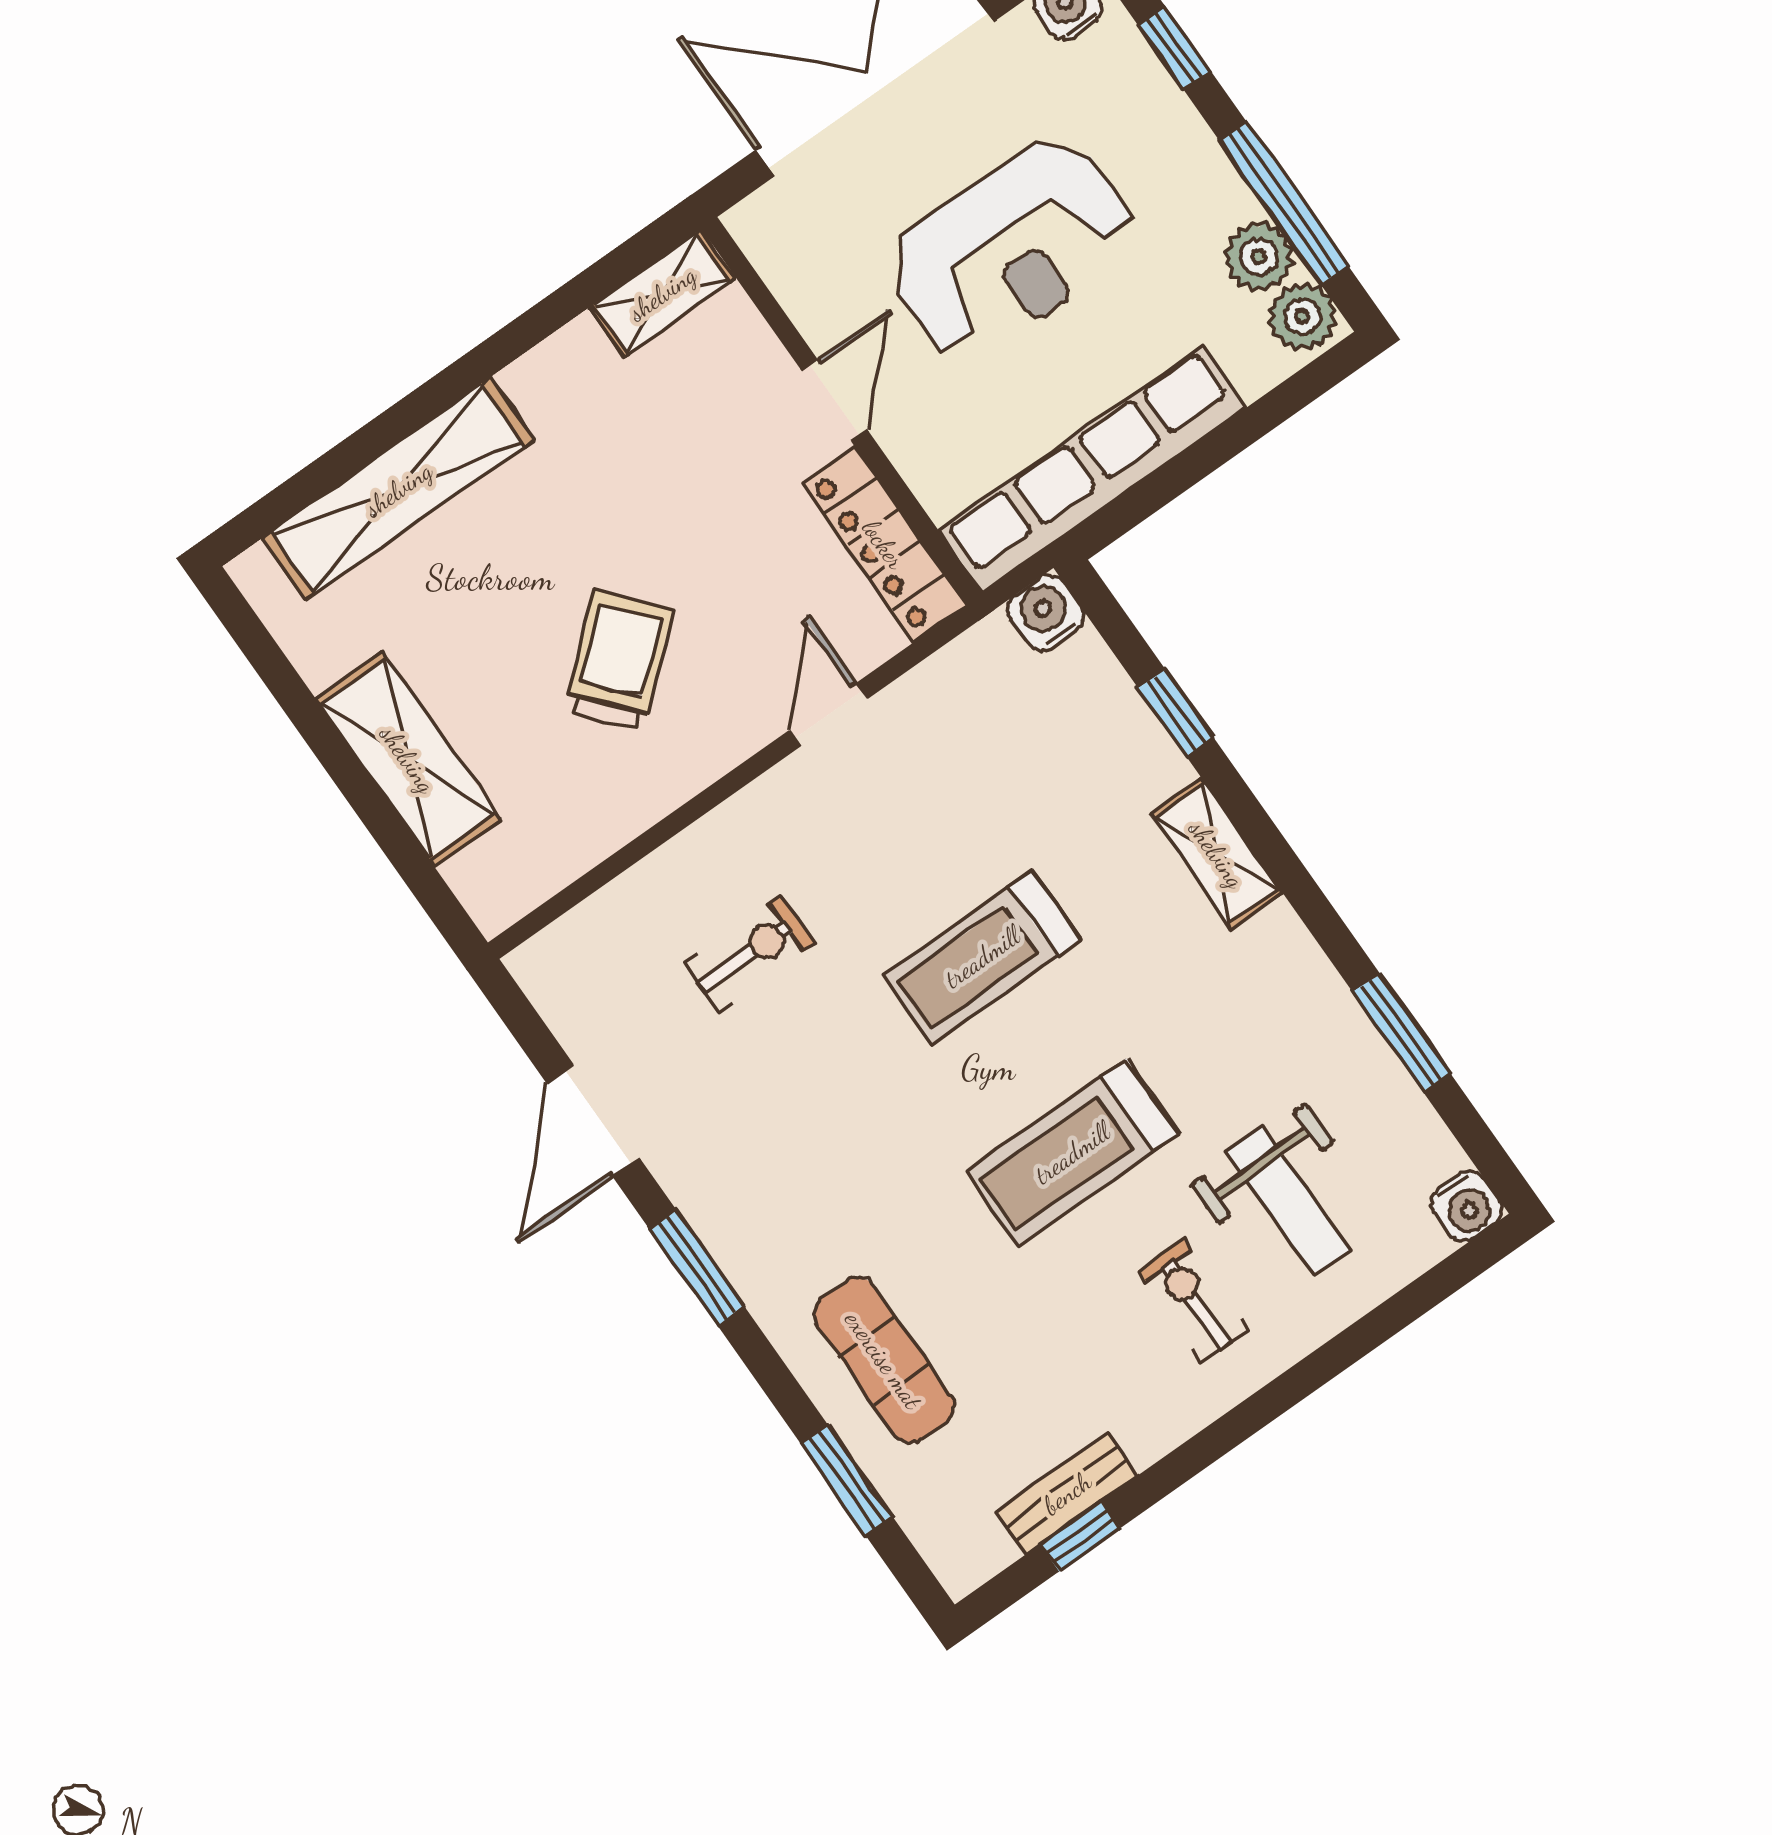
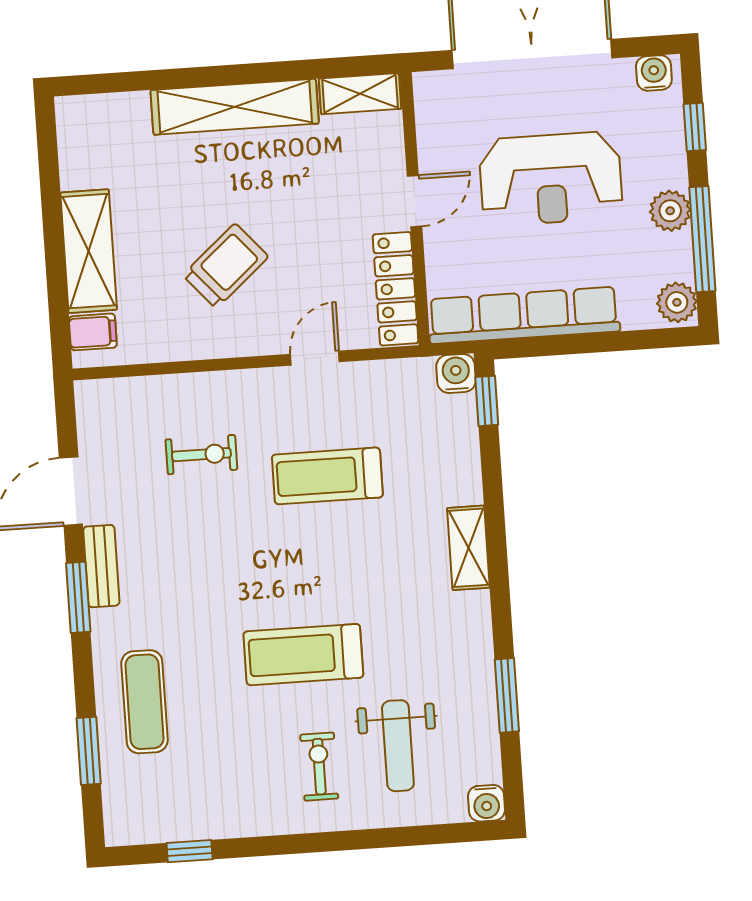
plant: (1259, 257) -> (670, 211), moved
shelving: (398, 489) -> (235, 107), moved
window: (1176, 713) -> (487, 401), moved
filing cabinet: (485, 872) -> (93, 332), added
treadmill: (982, 957) -> (327, 476), moved
bench: (1067, 1493) -> (101, 566), moved, turned 90

